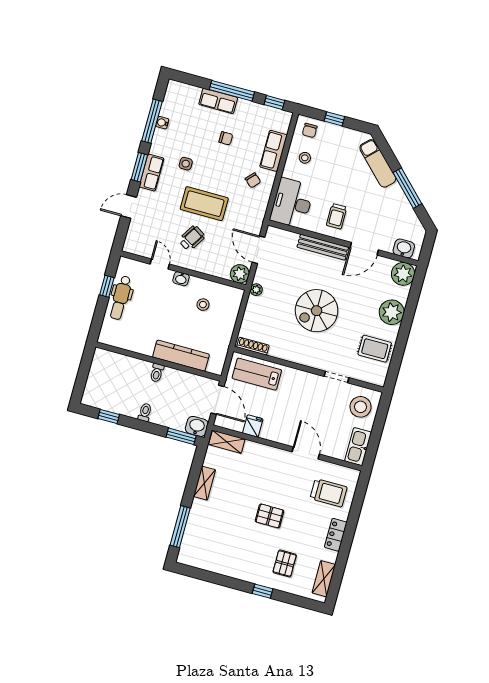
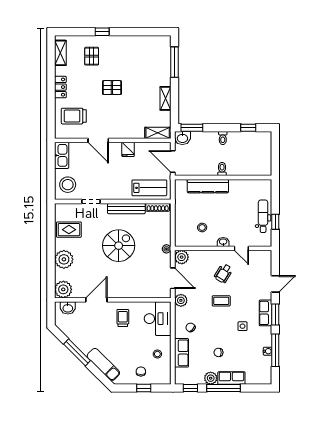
plant: (245, 108) -> (211, 378), added
chair: (310, 130) -> (141, 371), moved
coffee table: (204, 204) -> (221, 301), width x0.54, depth x0.58
plant: (256, 218) -> (181, 300), added
bench: (323, 247) -> (126, 209), moved
fridge: (253, 426) -> (128, 149), moved

